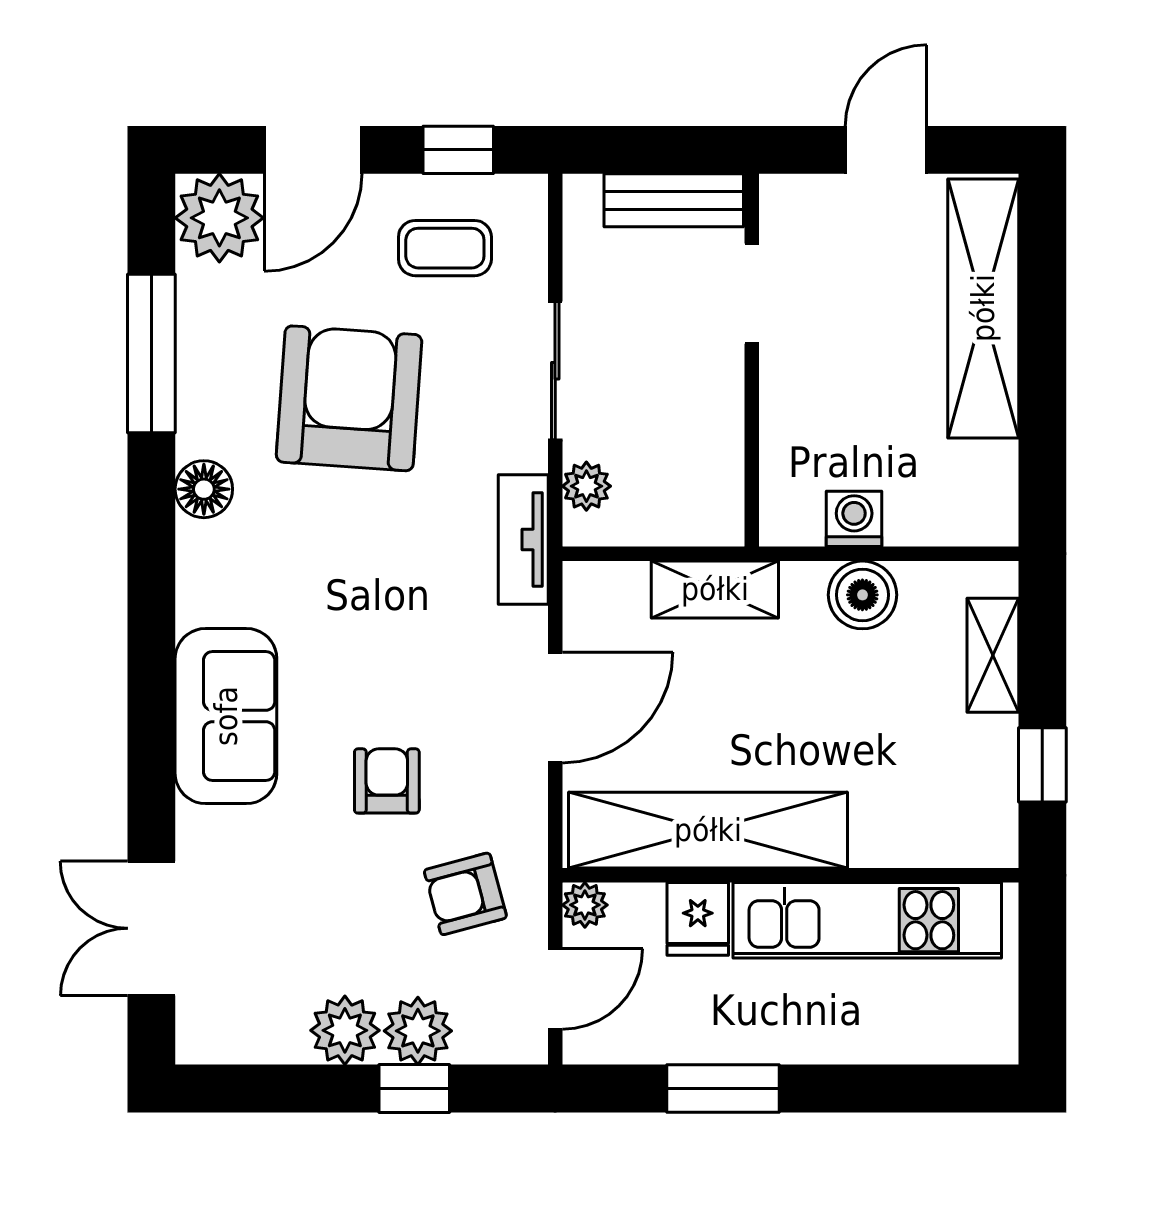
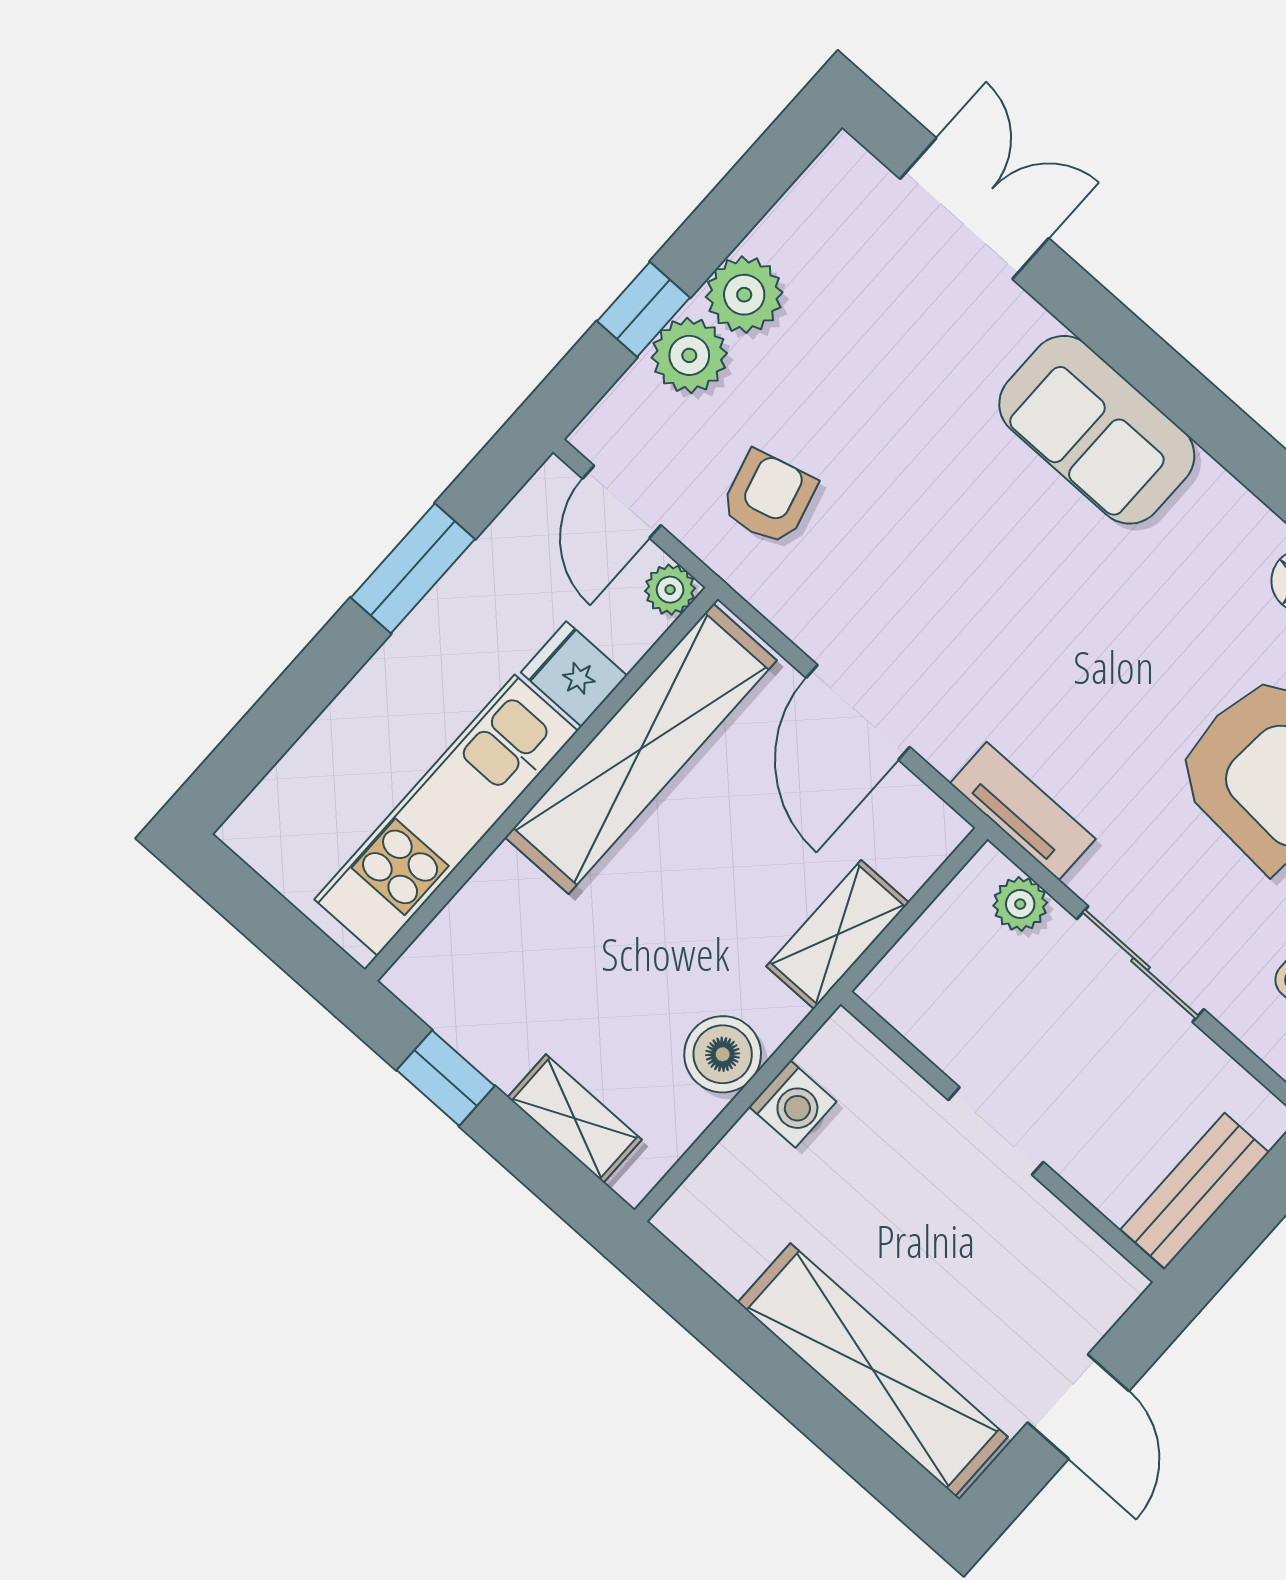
doorway: (752, 294) -> (996, 1131), moved
armchair: (387, 781) -> (922, 516), removed

